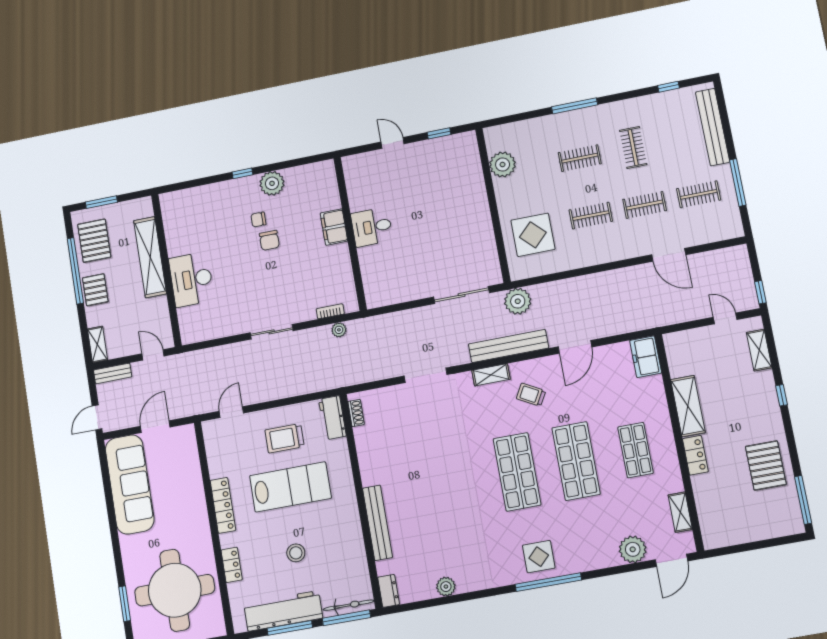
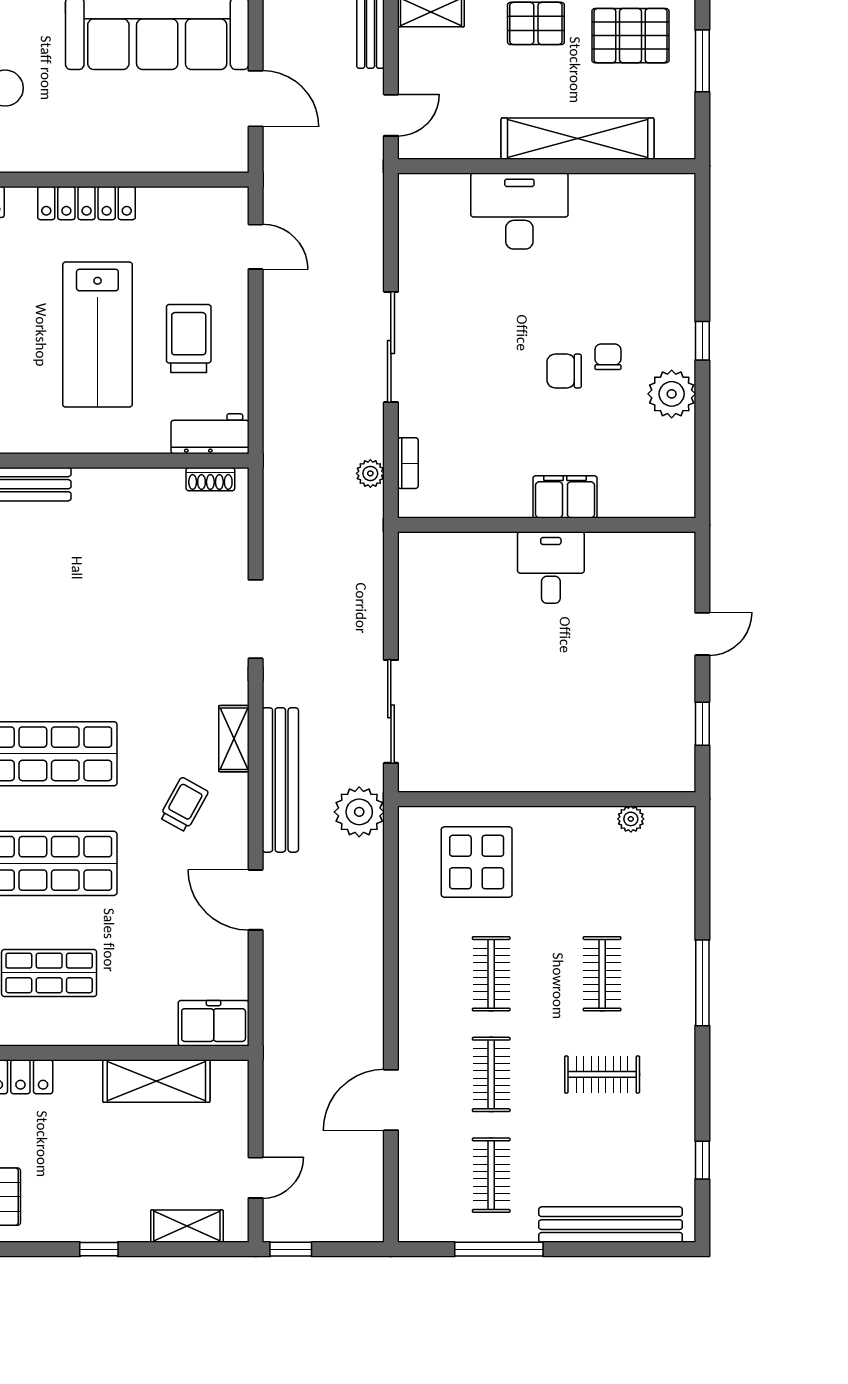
plant: (503, 165) -> (631, 819), width x0.53, depth x0.53
sliding door: (272, 332) -> (391, 347), width x1.37
shelving: (688, 406) -> (156, 1081), moved

